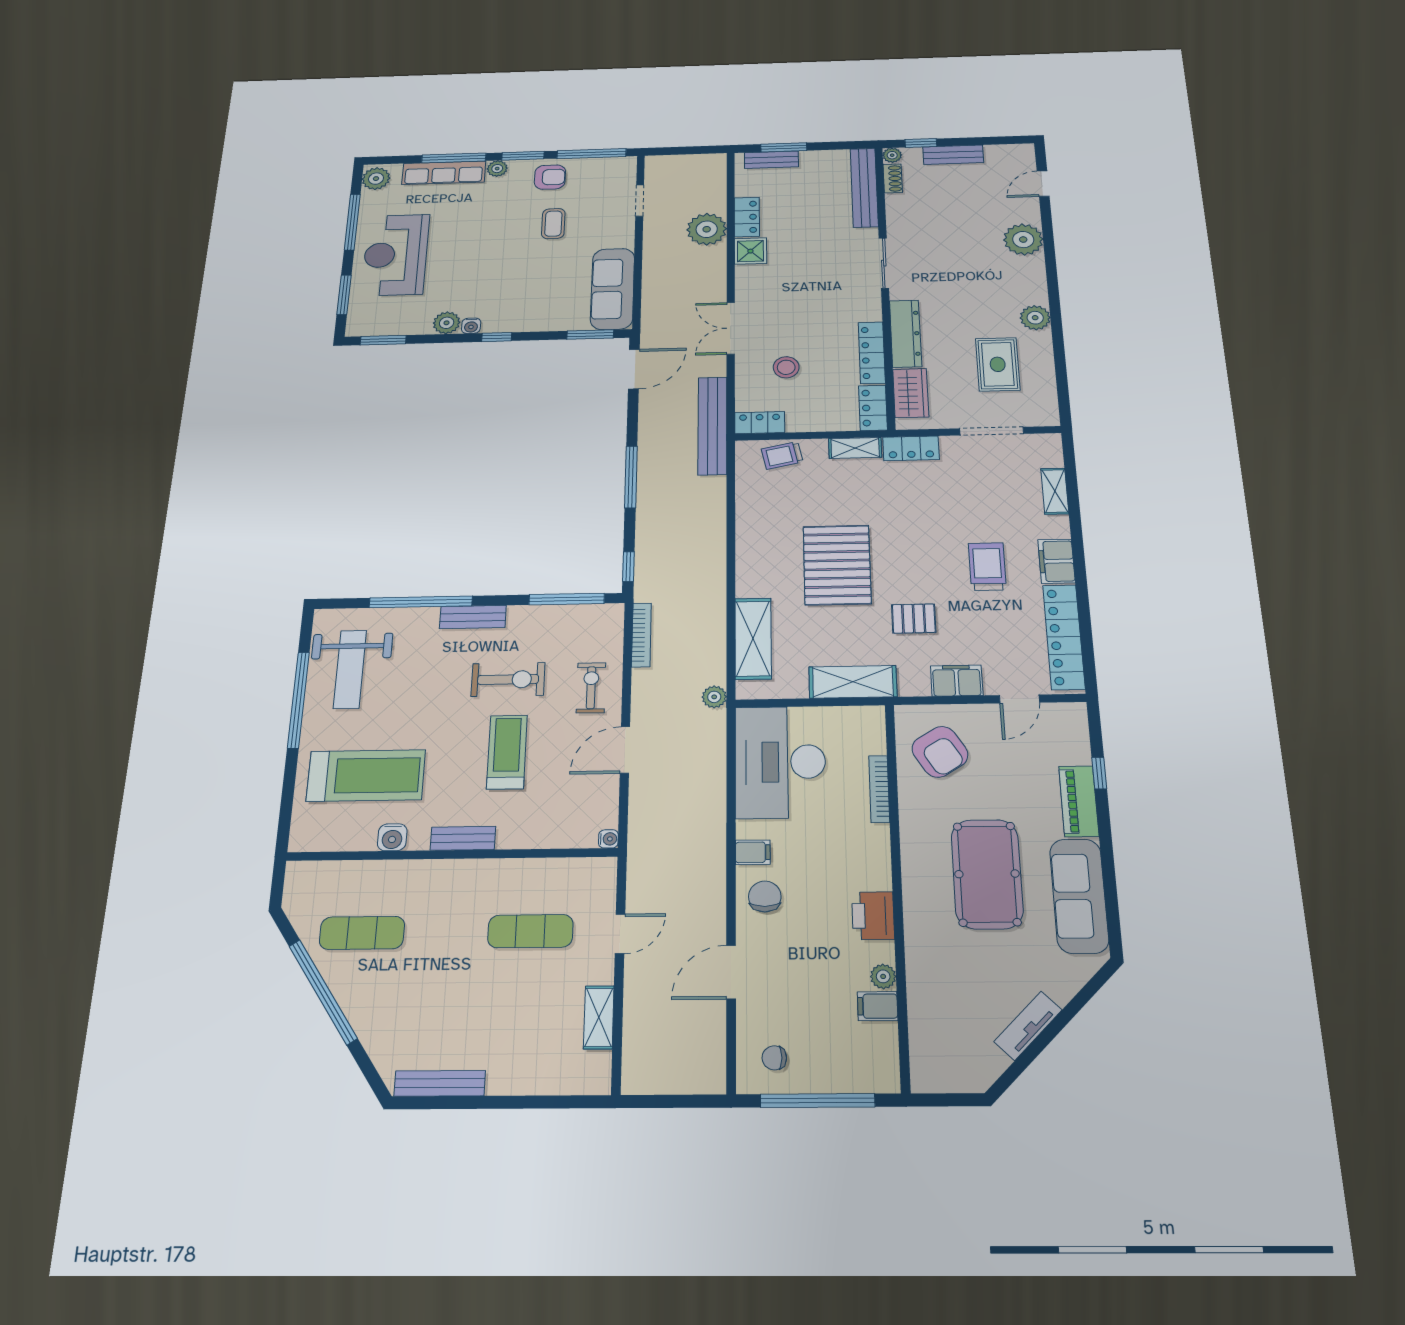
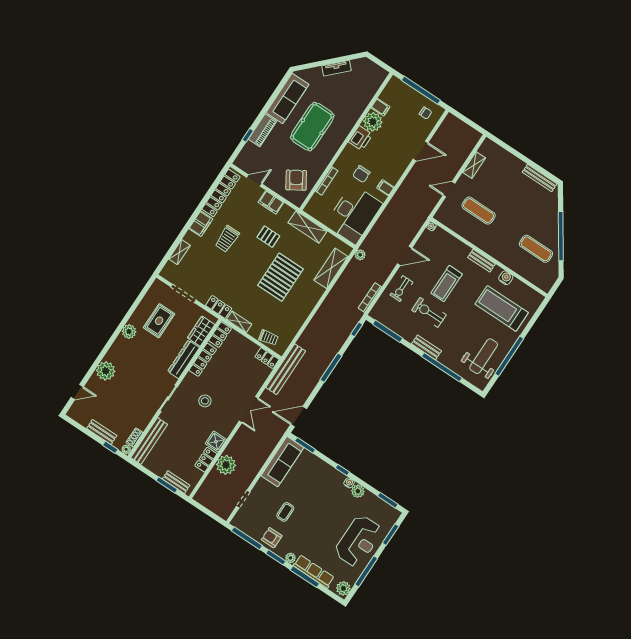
stool: (786, 367) -> (205, 401), moved
chair: (765, 896) -> (361, 174), moved
plant: (883, 976) -> (373, 122), width x1.88, depth x1.88

